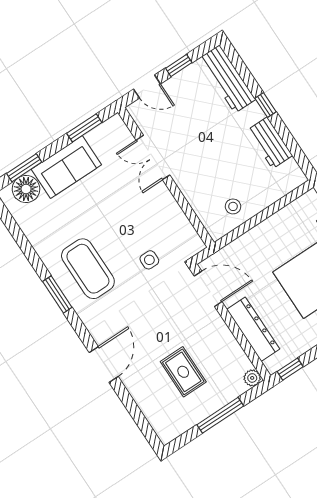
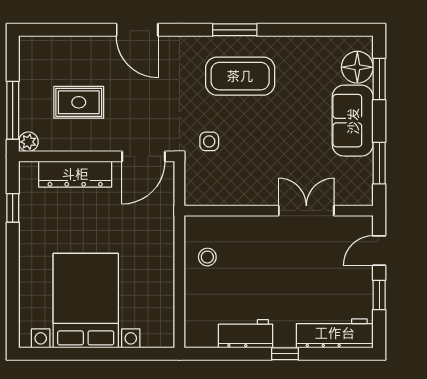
door: (208, 289) -> (143, 156), moved
wall: (230, 322) -> (97, 156), moved
dresser: (253, 329) -> (75, 174), moved
plant: (252, 378) -> (28, 142), moved

